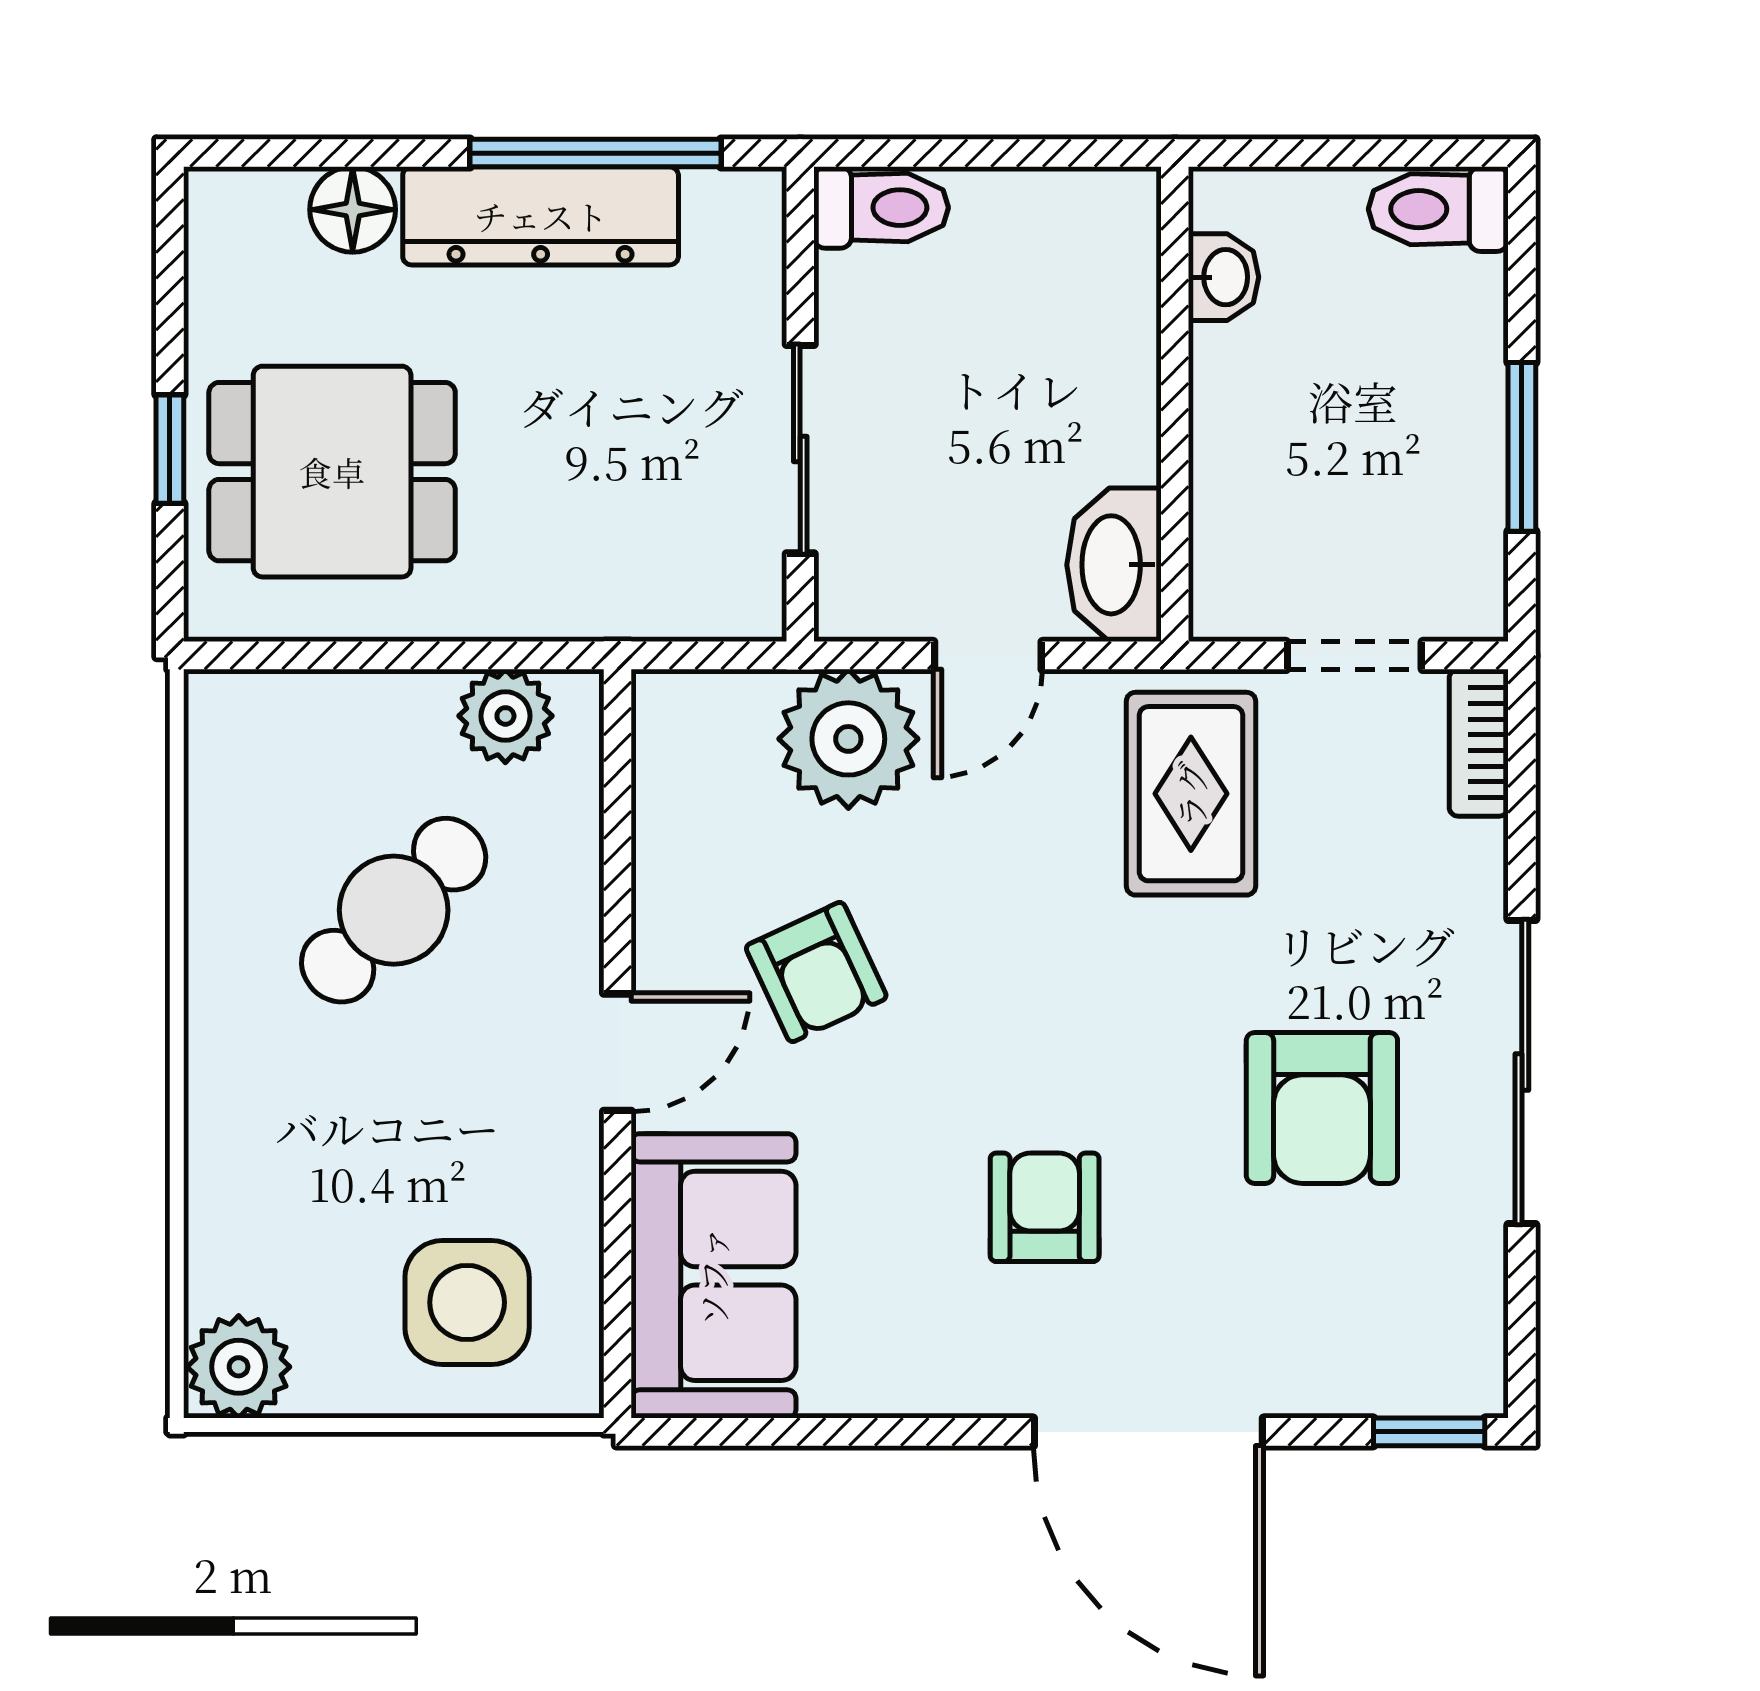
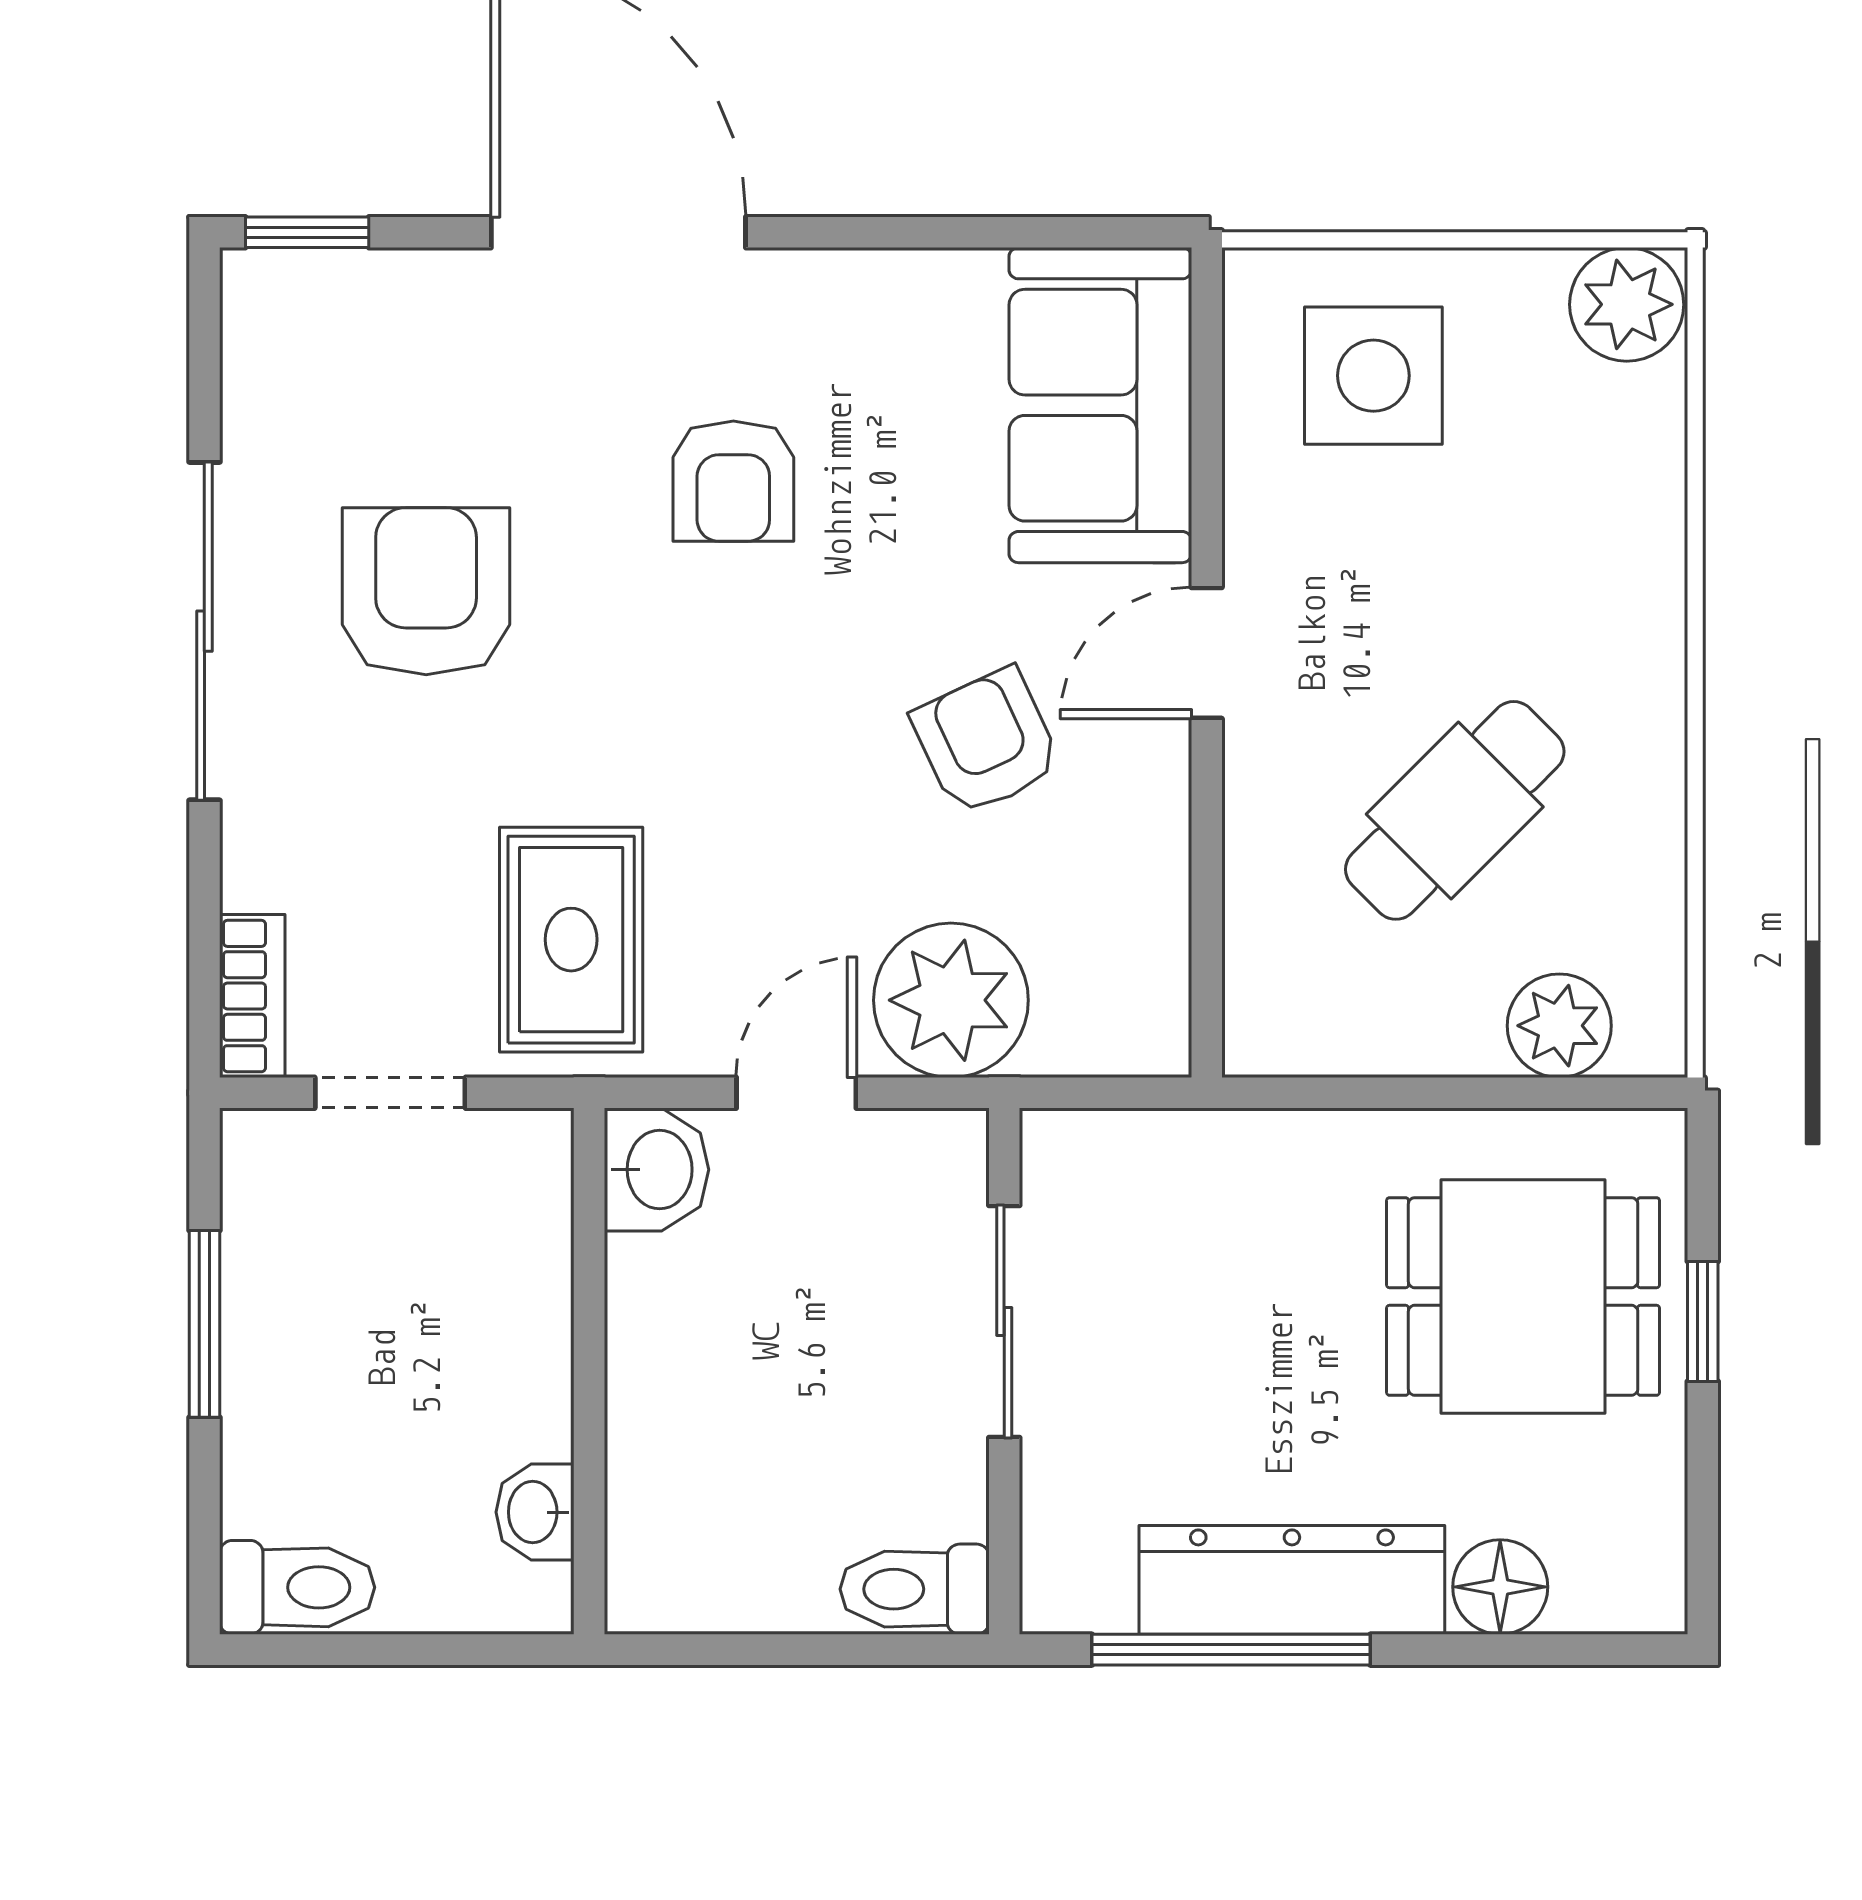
washbasin: (1114, 565) -> (656, 1170), width x0.72
plant: (505, 716) -> (1559, 1026), moved

